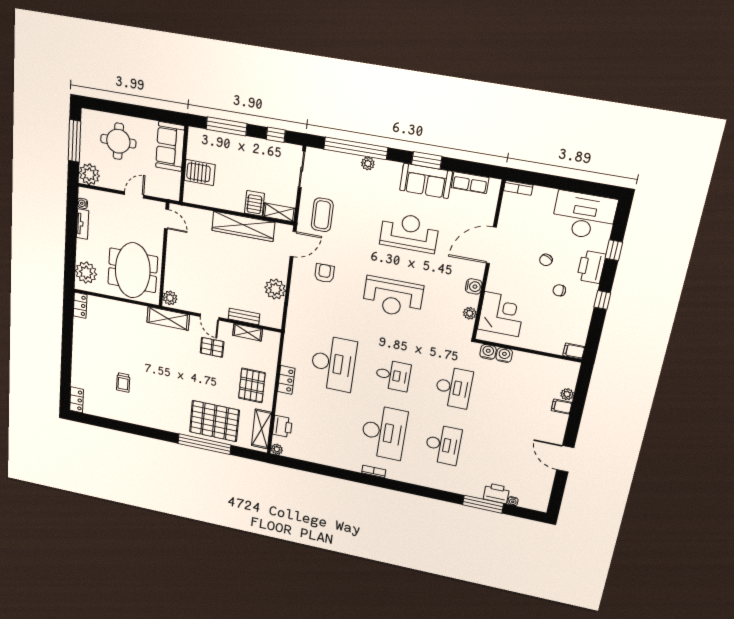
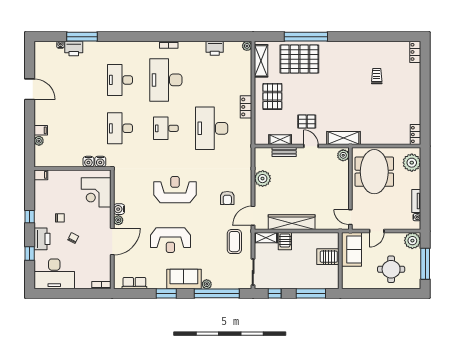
sofa: (170, 147) -> (351, 249), moved
sofa: (426, 181) -> (184, 279), moved
plant: (470, 313) -> (118, 220), moved
printer: (282, 426) -> (215, 48), moved, turned -90

